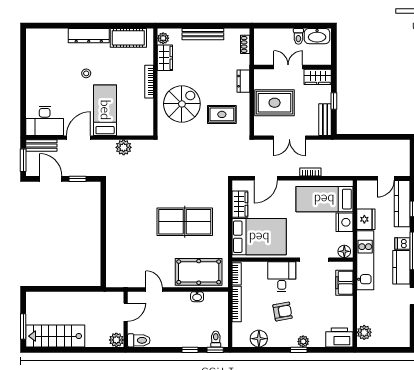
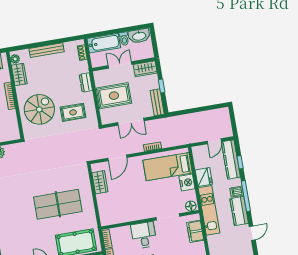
bathtub: (273, 37) -> (104, 43), added
bed: (259, 237) -> (120, 206), removed

